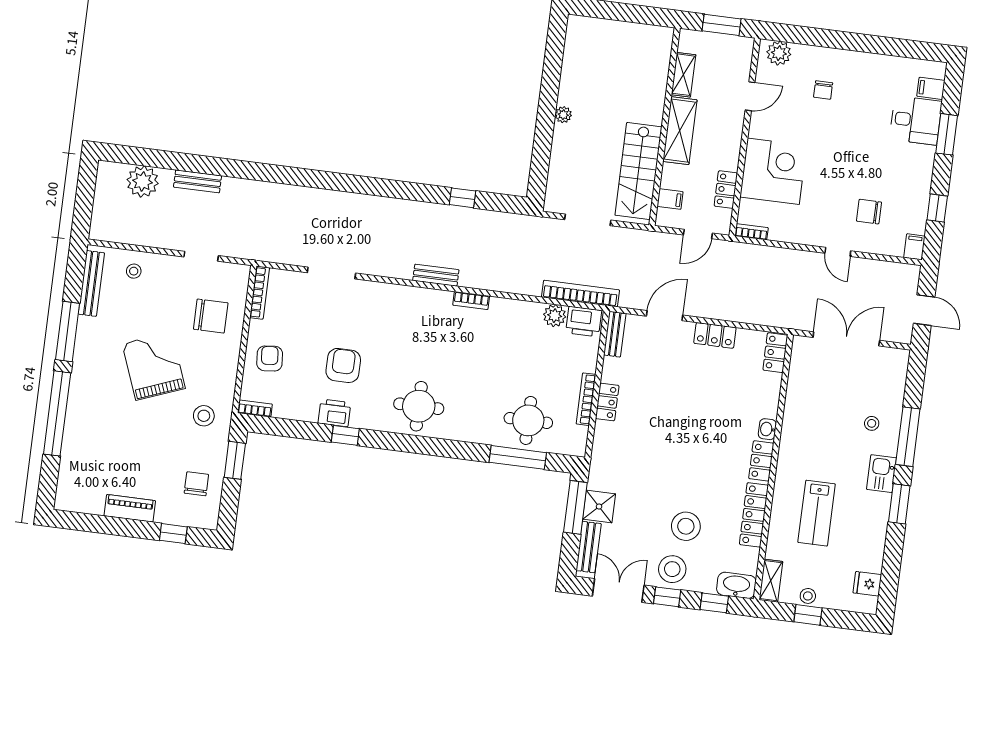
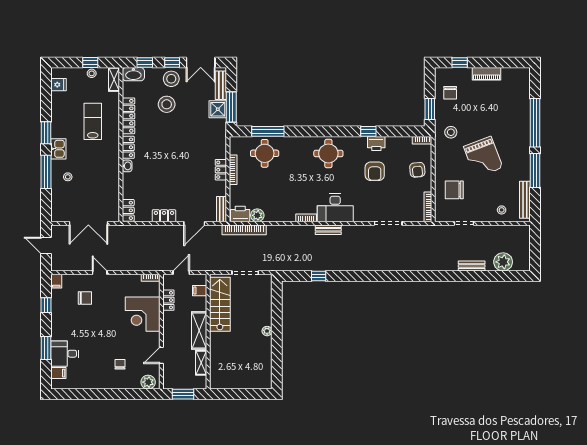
desk: (419, 311) -> (335, 208), added

